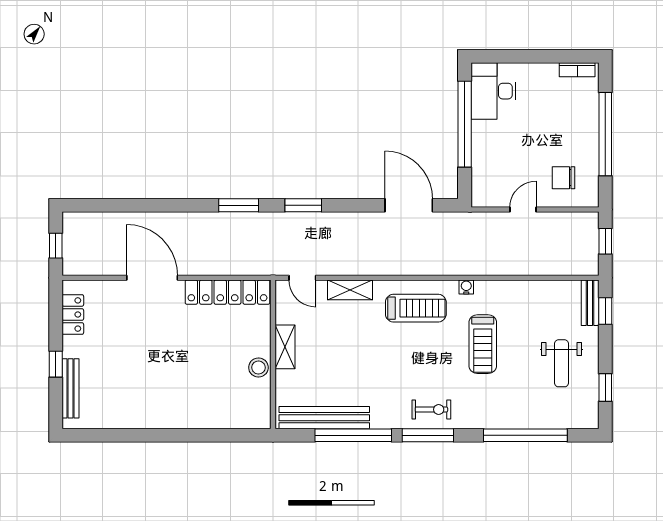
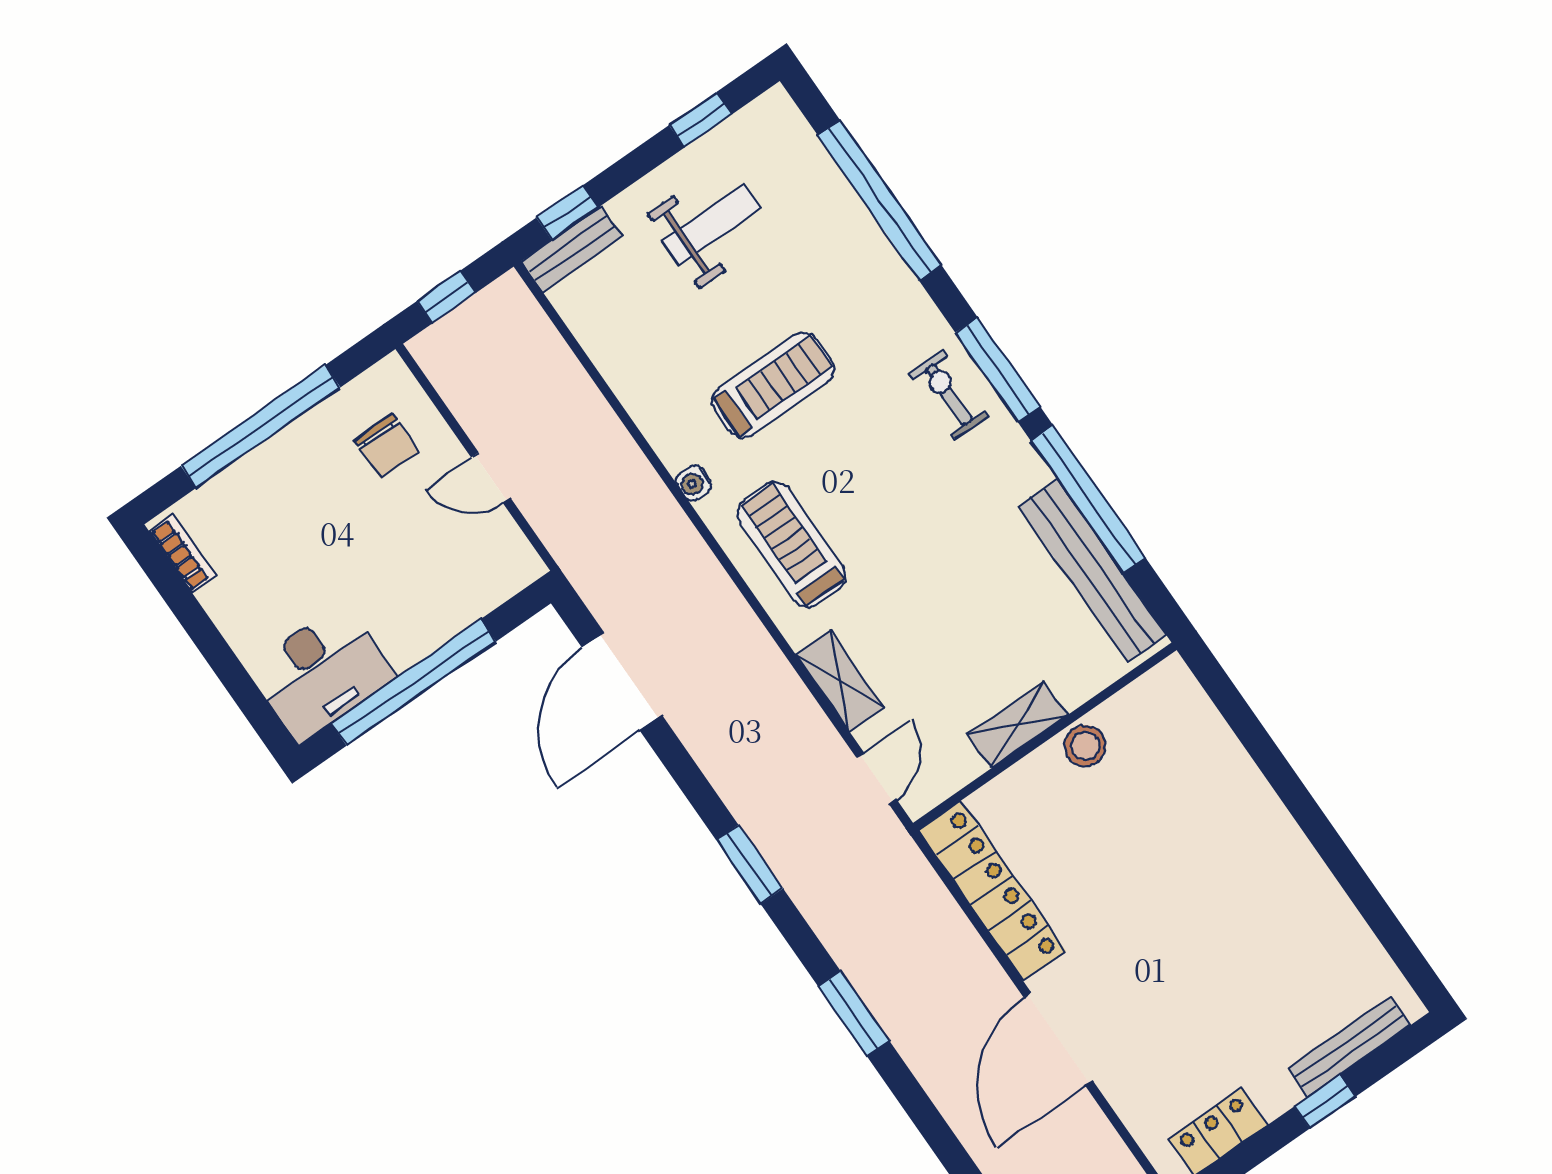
window: (239, 205) -> (854, 1014), moved

